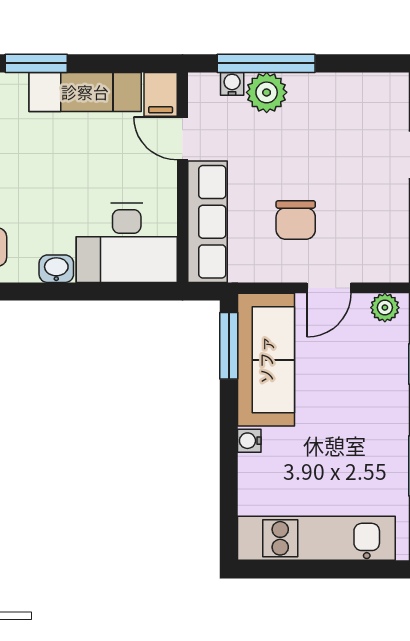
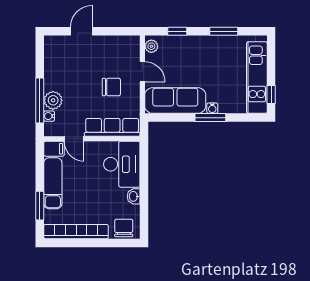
door: (182, 138) -> (74, 139), hinge flipped
window: (229, 346) -> (210, 118), moved
window: (279, 569) -> (271, 94), added

